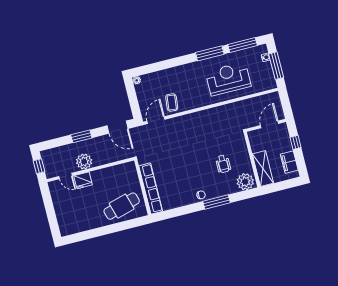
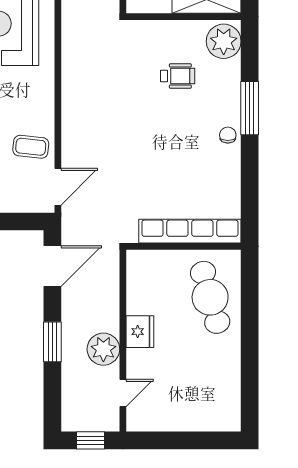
door: (156, 120) -> (58, 187), swing flipped
fridge: (83, 180) -> (140, 332), moved

